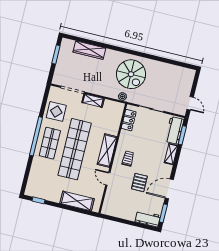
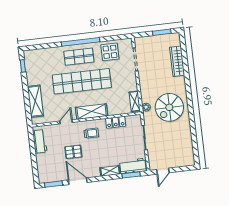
shelving: (93, 101) -> (135, 101), moved
locker: (129, 120) -> (116, 122), moved
workbench: (148, 219) -> (40, 141), moved

